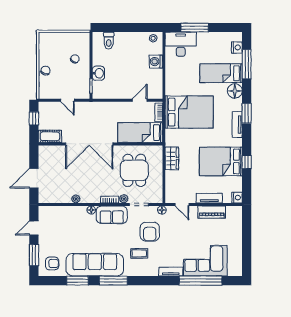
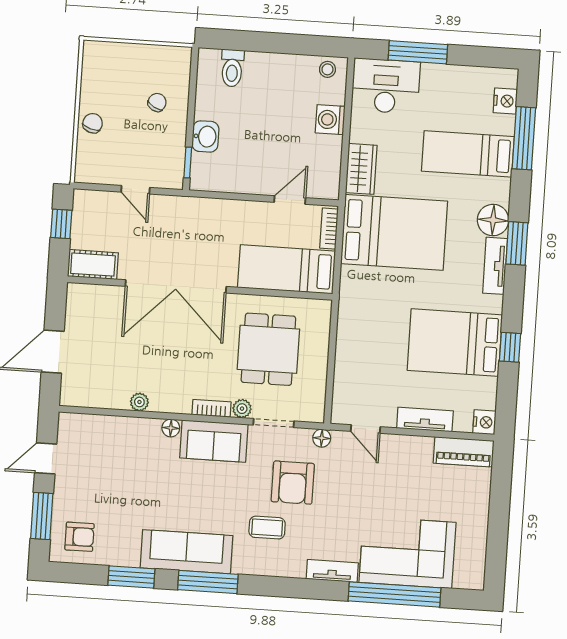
floor lamp: (235, 91) -> (493, 220), moved
wardrobe: (172, 158) -> (361, 169), moved
piano: (212, 212) -> (464, 452), moved
sofa: (95, 265) -> (186, 552), width x0.74, depth x0.79

